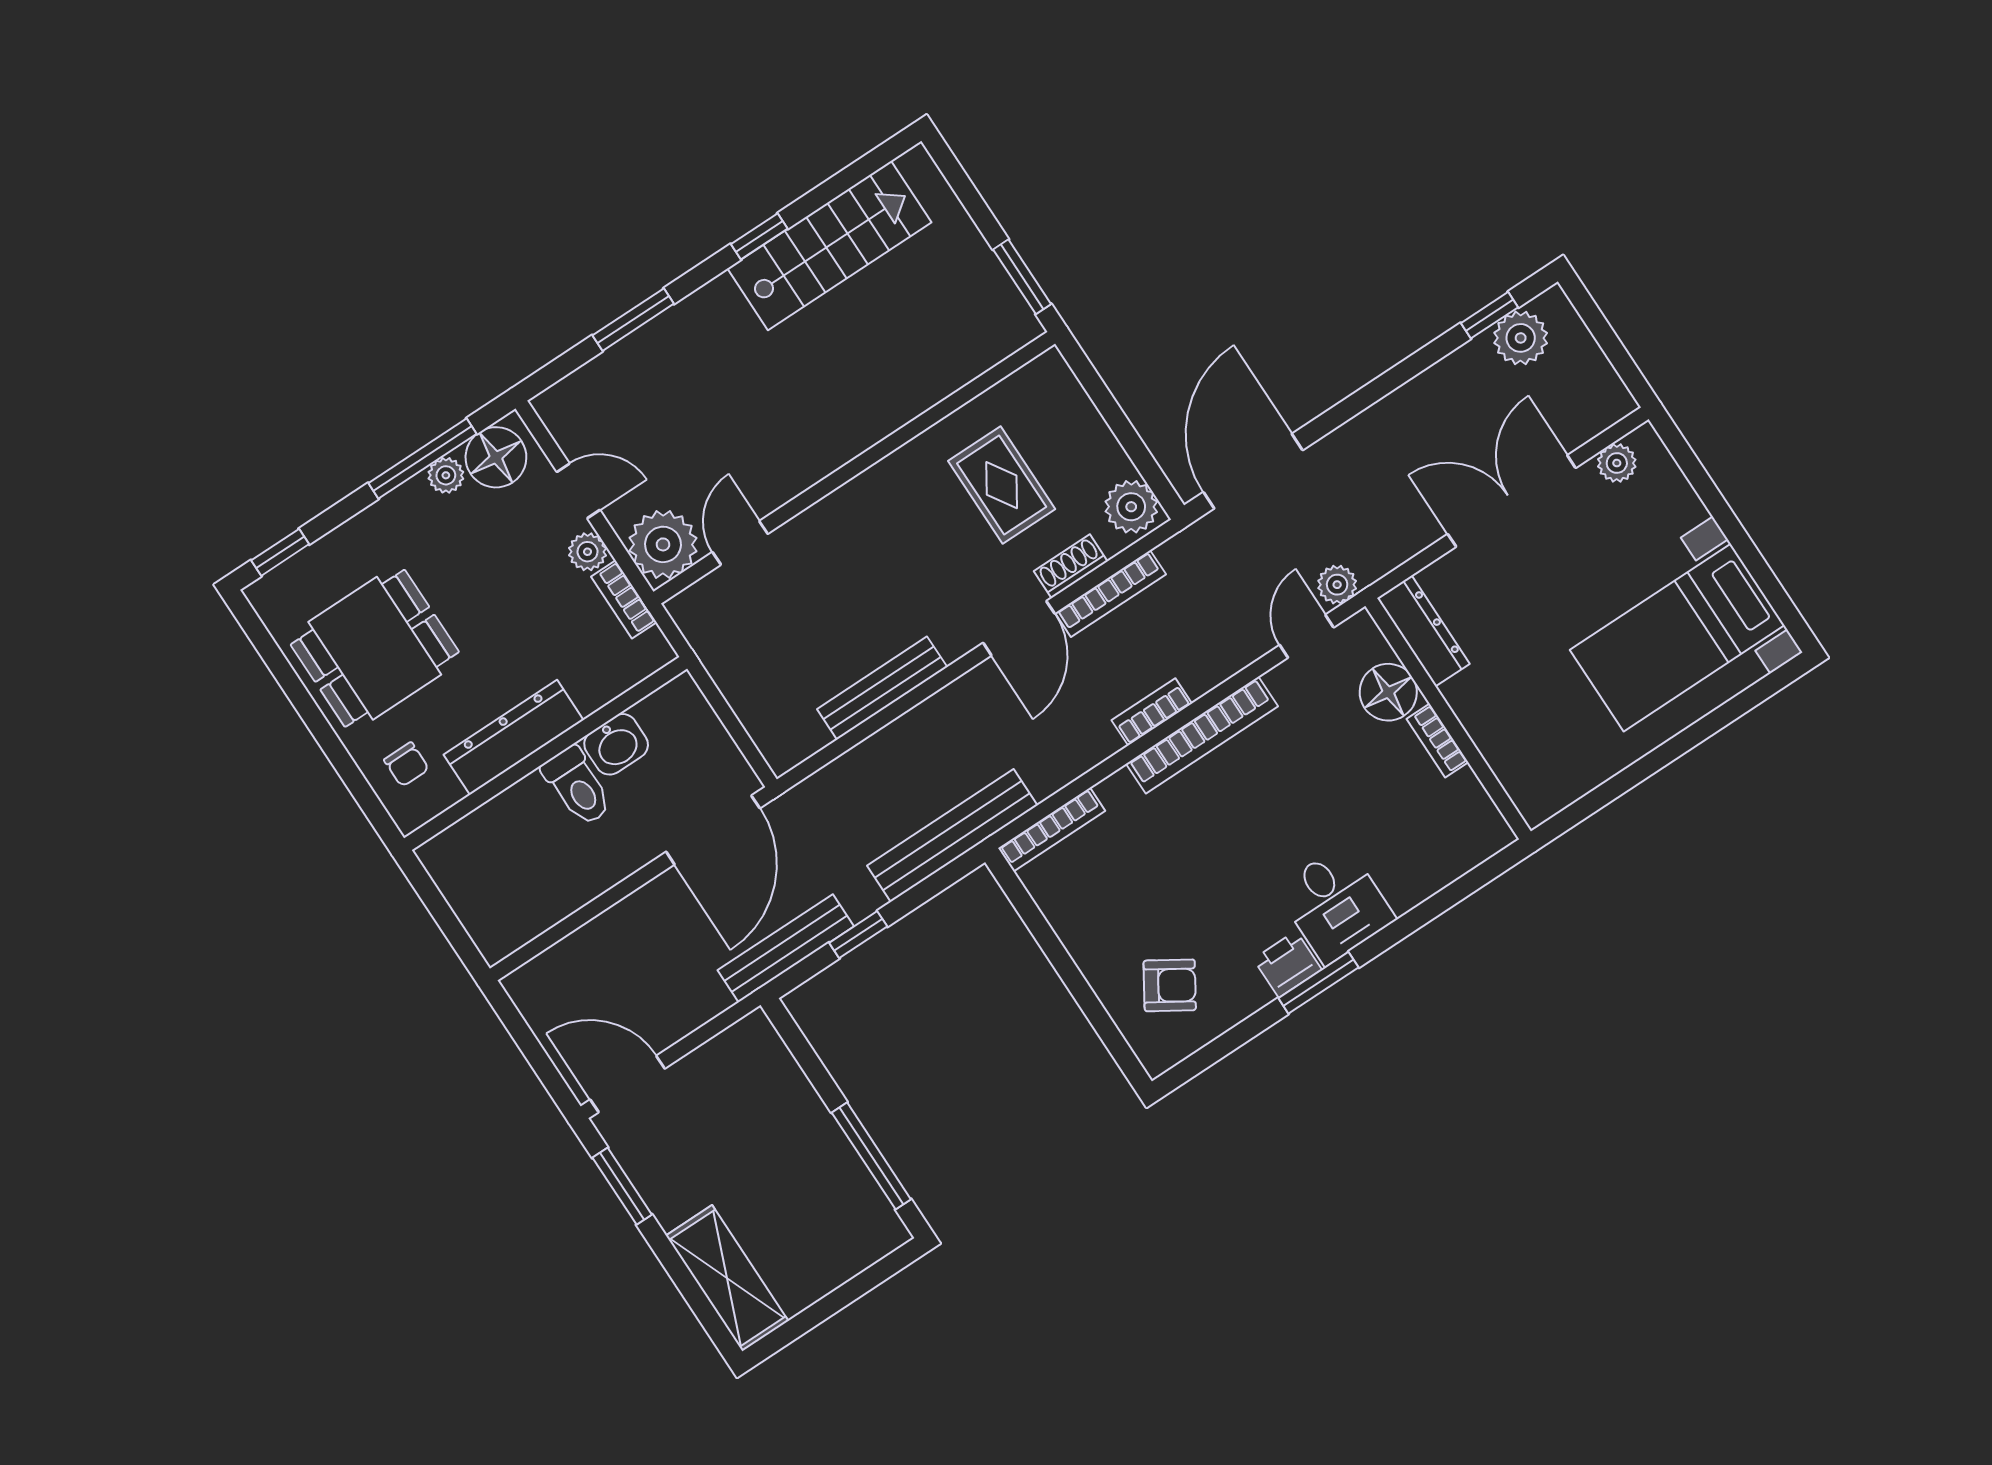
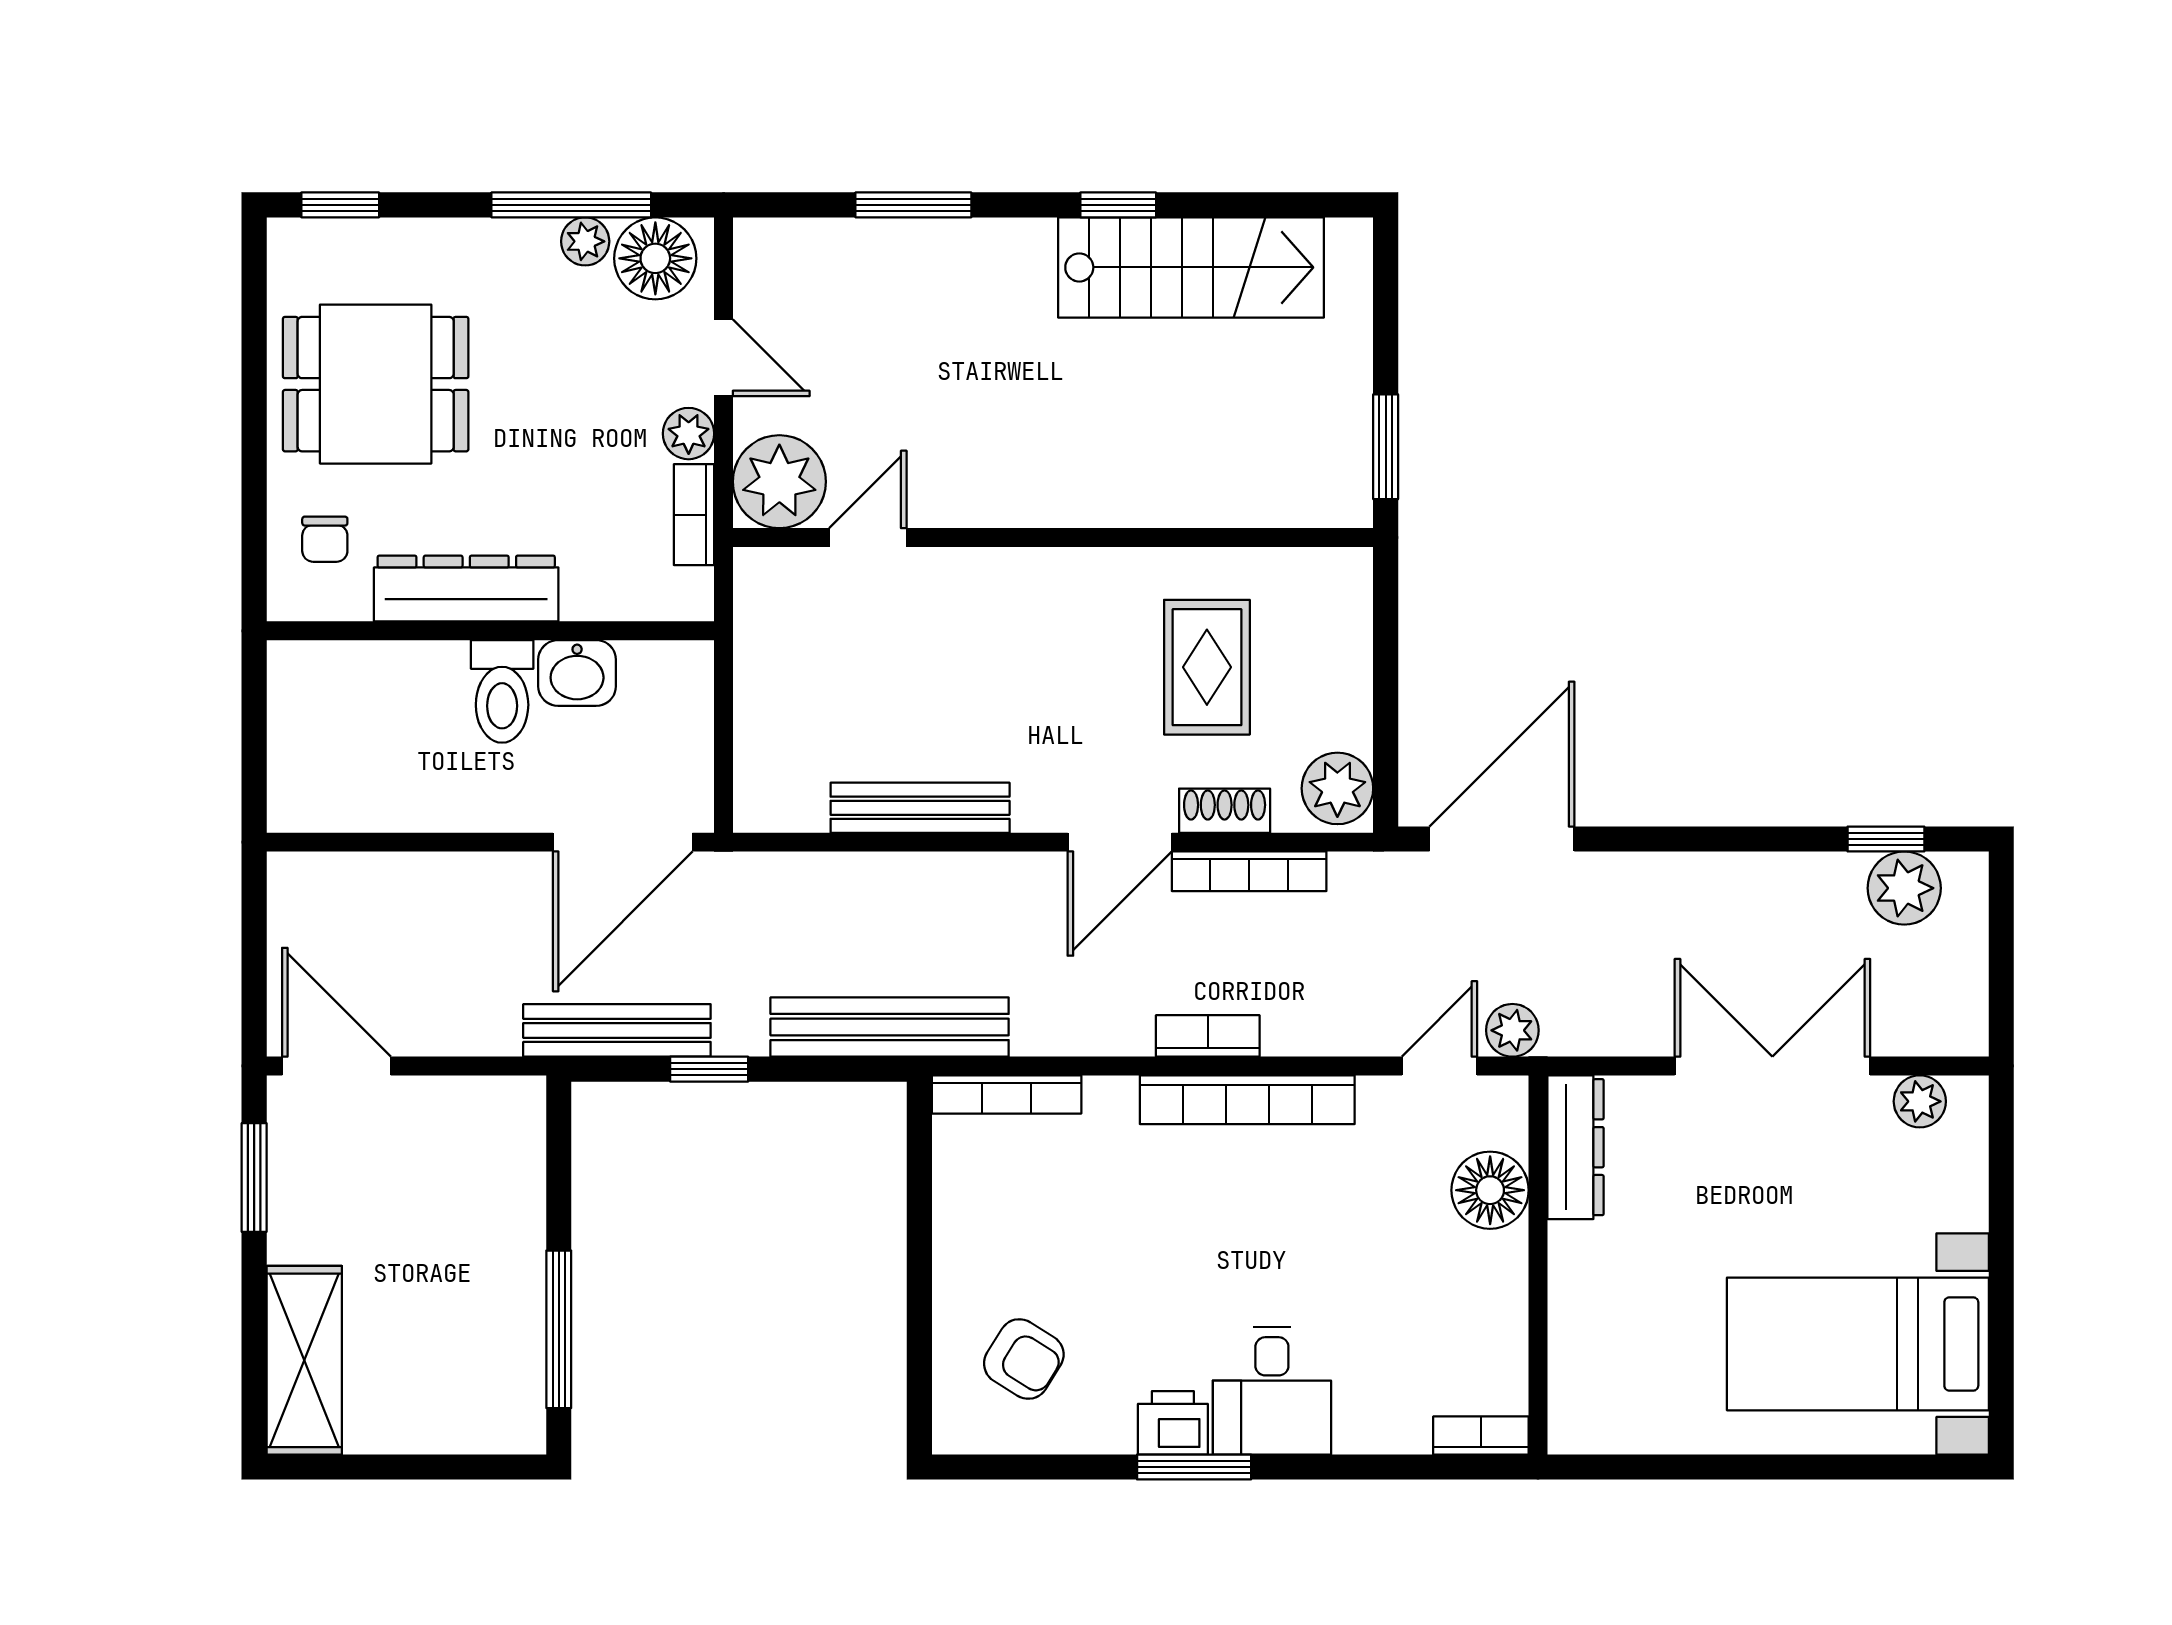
bookcase: (1437, 740) -> (1481, 1435), moved, turned 90

